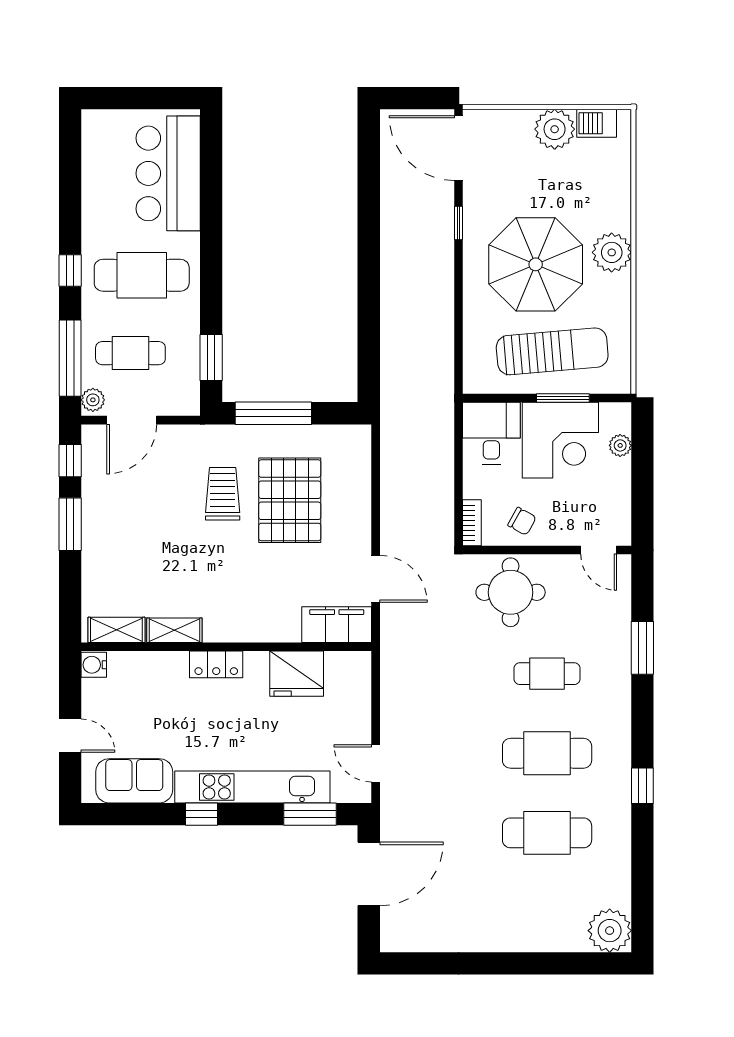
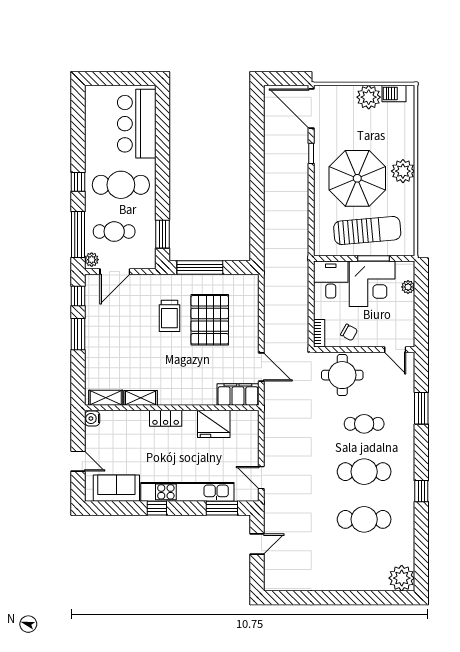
trolley: (223, 494) -> (169, 316), turned 180
door: (369, 874) -> (257, 544), width x0.53

